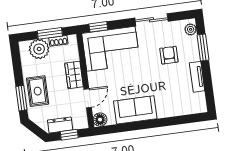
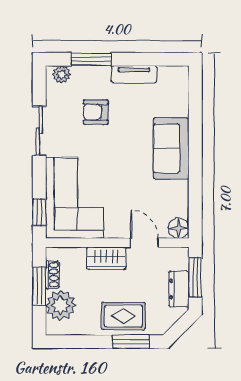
sofa: (135, 110) -> (171, 148), moved
window: (69, 135) -> (195, 277), width x1.50

